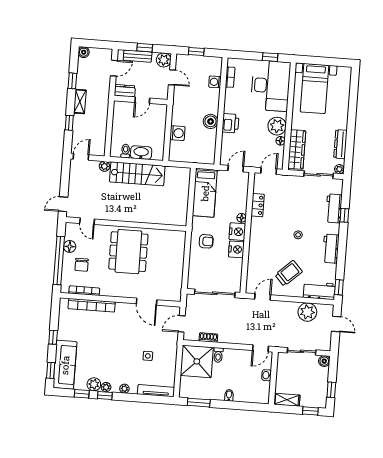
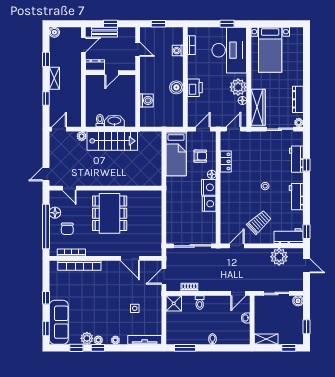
plant: (164, 60) -> (129, 34), removed
armchair: (206, 241) -> (200, 156), moved
shower: (197, 361) -> (174, 303), width x0.54, depth x0.54

